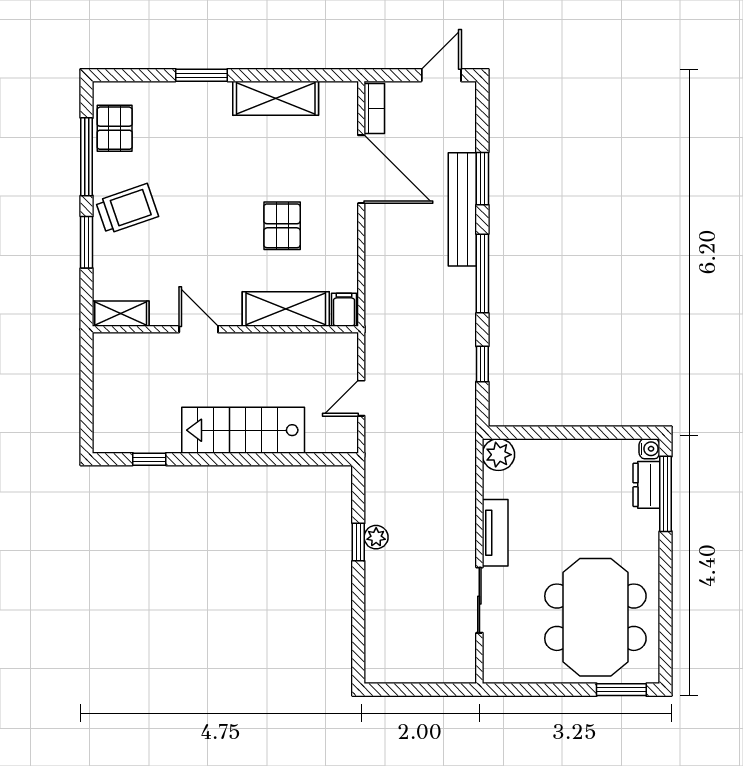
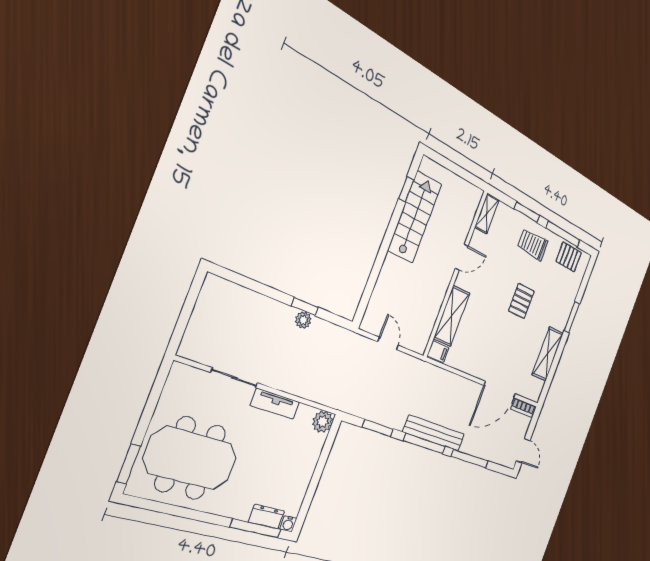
window: (482, 179) -> (470, 459), width x1.44
trolley: (127, 209) -> (533, 245), turned 109
bench: (462, 209) -> (434, 433), moved
pallet: (282, 226) -> (521, 301), moved, turned 90
window: (482, 364) -> (378, 428), width x1.50
stairs: (243, 430) -> (415, 217), moved

